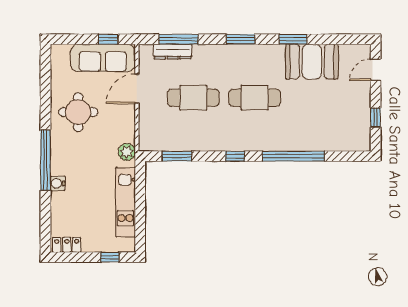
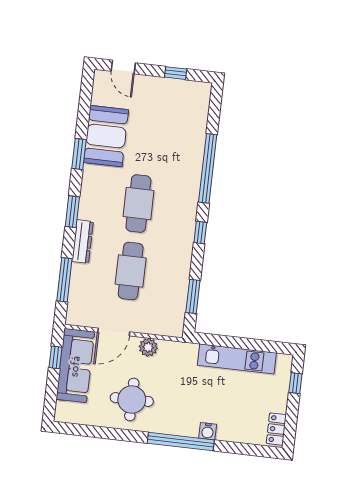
dresser: (173, 52) -> (83, 242), moved
door: (137, 89) -> (114, 332), hinge flipped
plant: (127, 152) -> (148, 347), moved

